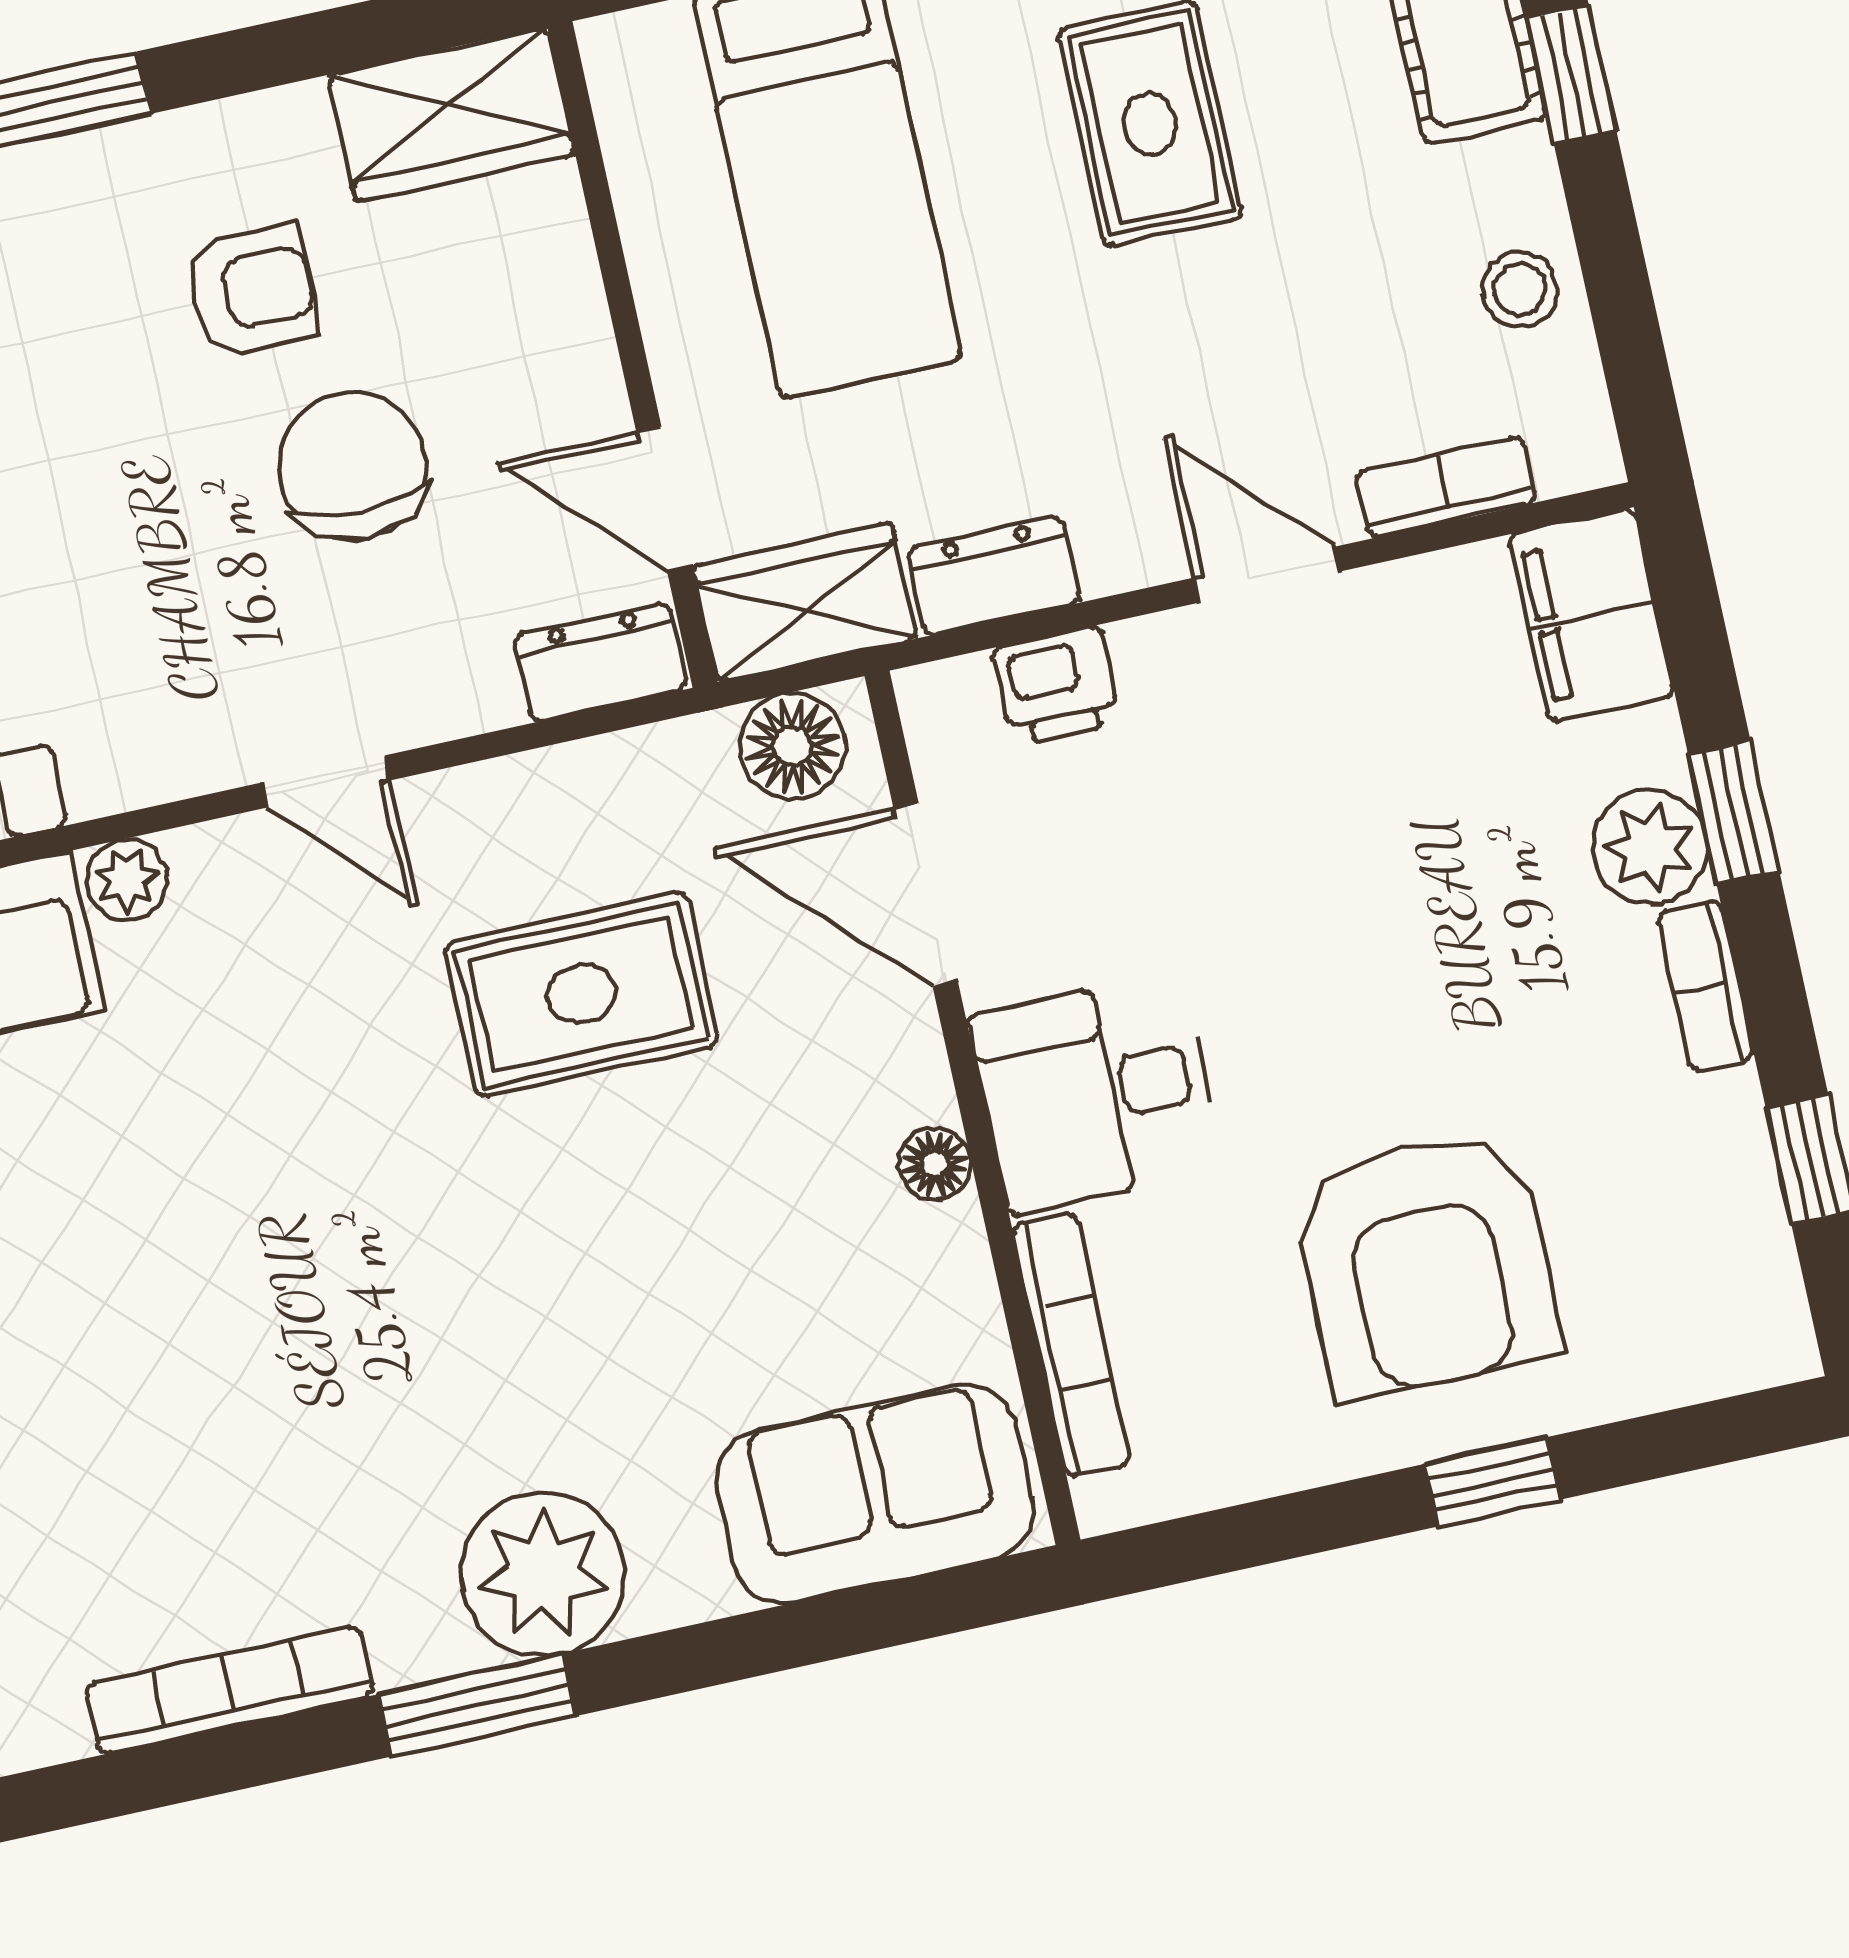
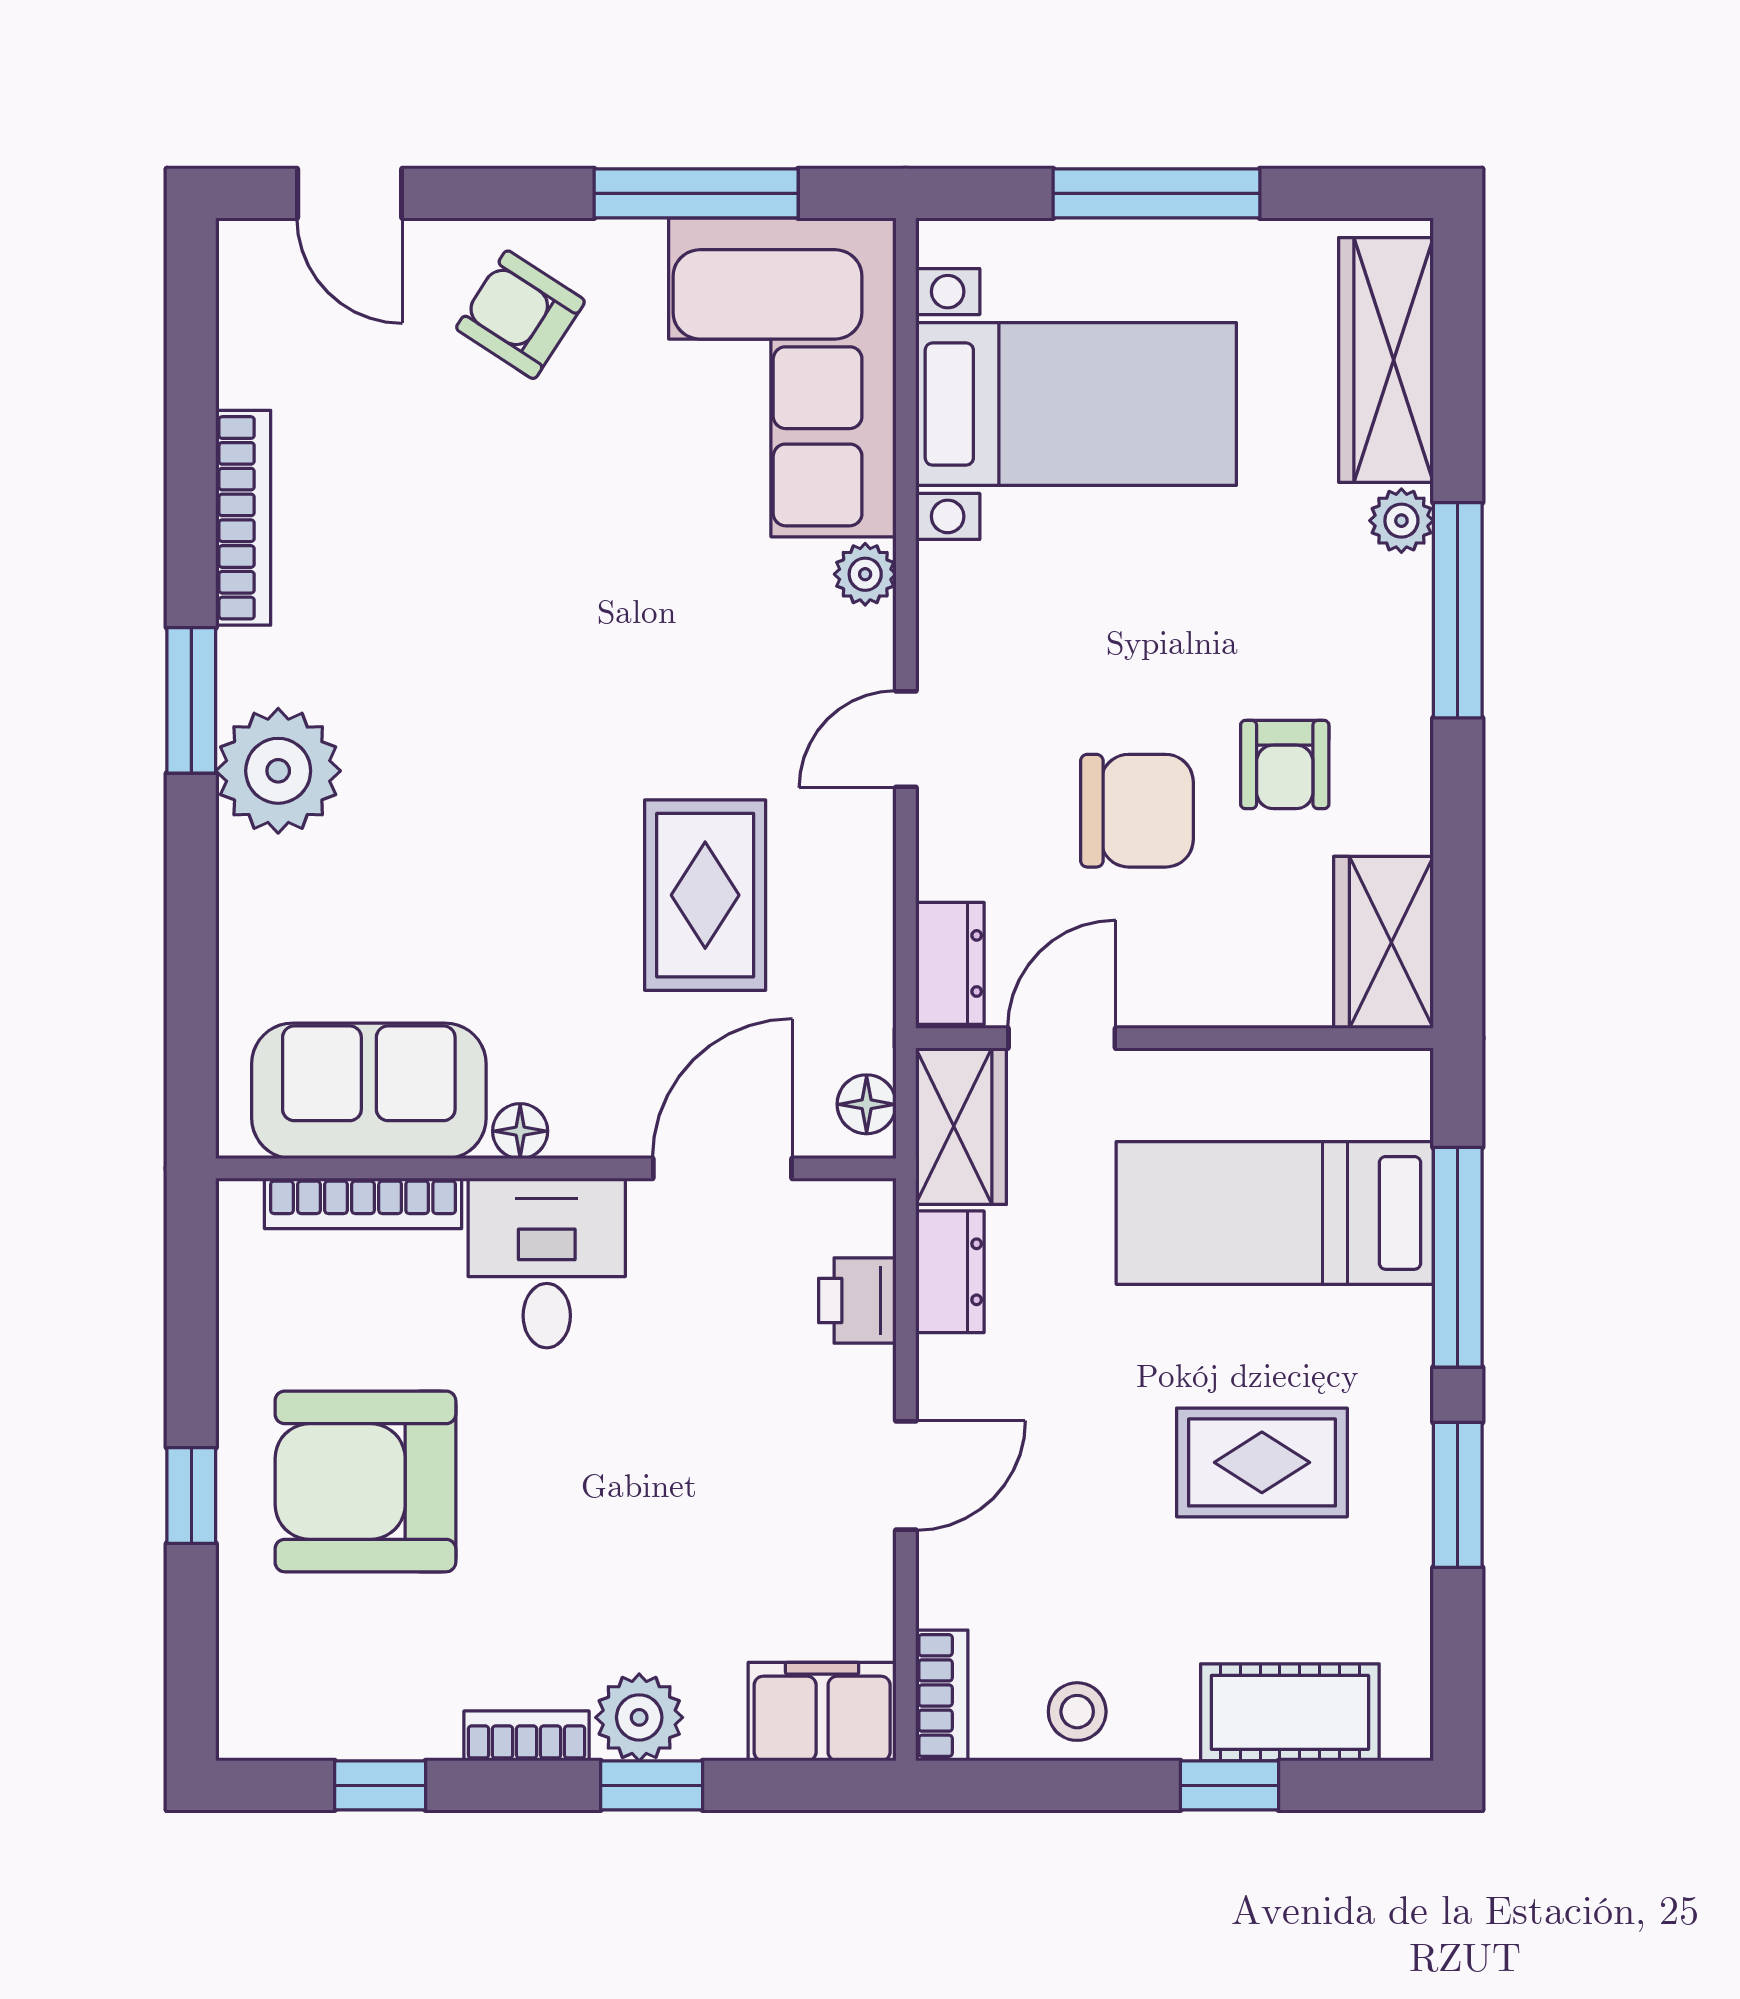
bookcase: (1446, 487) -> (942, 1696), moved
floor lamp: (792, 746) -> (867, 1104), width x0.73, depth x0.73
sofa: (875, 1494) -> (369, 1091), moved, turned -90

